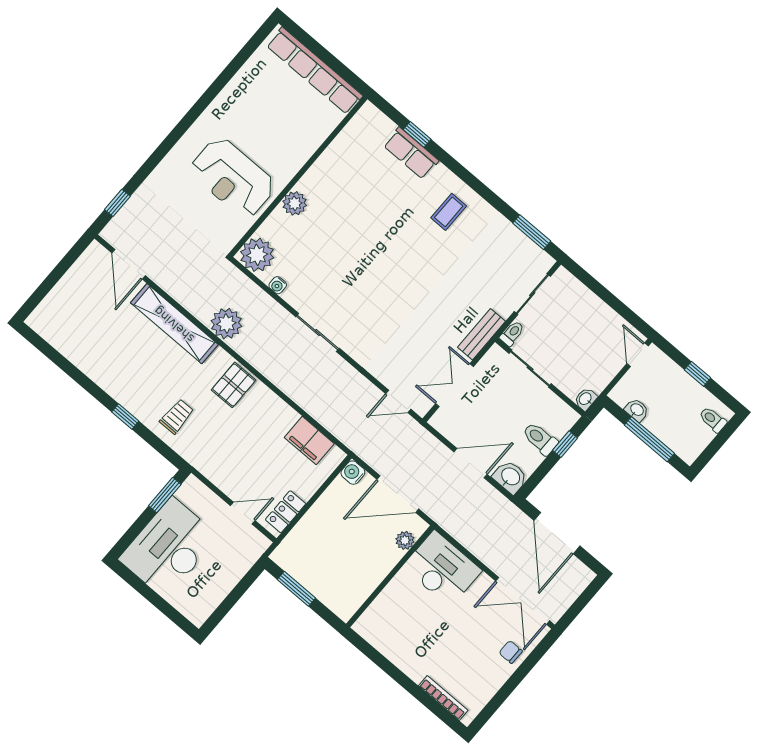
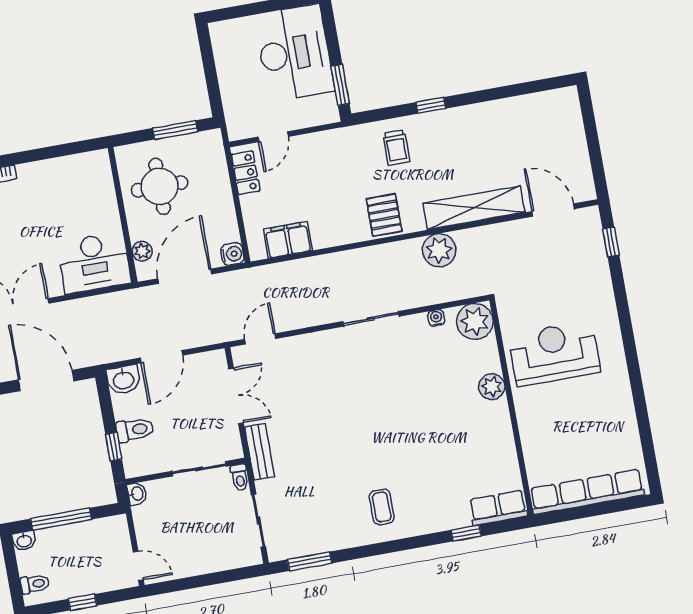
row of seats: (411, 153) -> (498, 508), moved
washbasin: (637, 410) -> (24, 541), moved
round table: (347, 566) -> (160, 186), added

